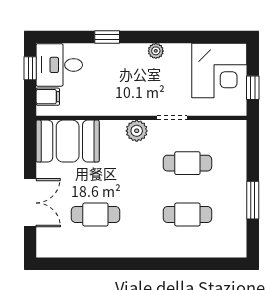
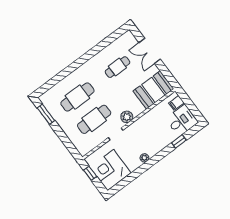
window: (107, 37) -> (179, 141), moved
window: (30, 68) -> (193, 109), removed
cafe table: (187, 163) -> (94, 119), width x1.37, depth x1.35
window: (253, 200) -> (46, 114), moved
cafe table: (187, 214) -> (77, 97), width x1.37, depth x1.35

